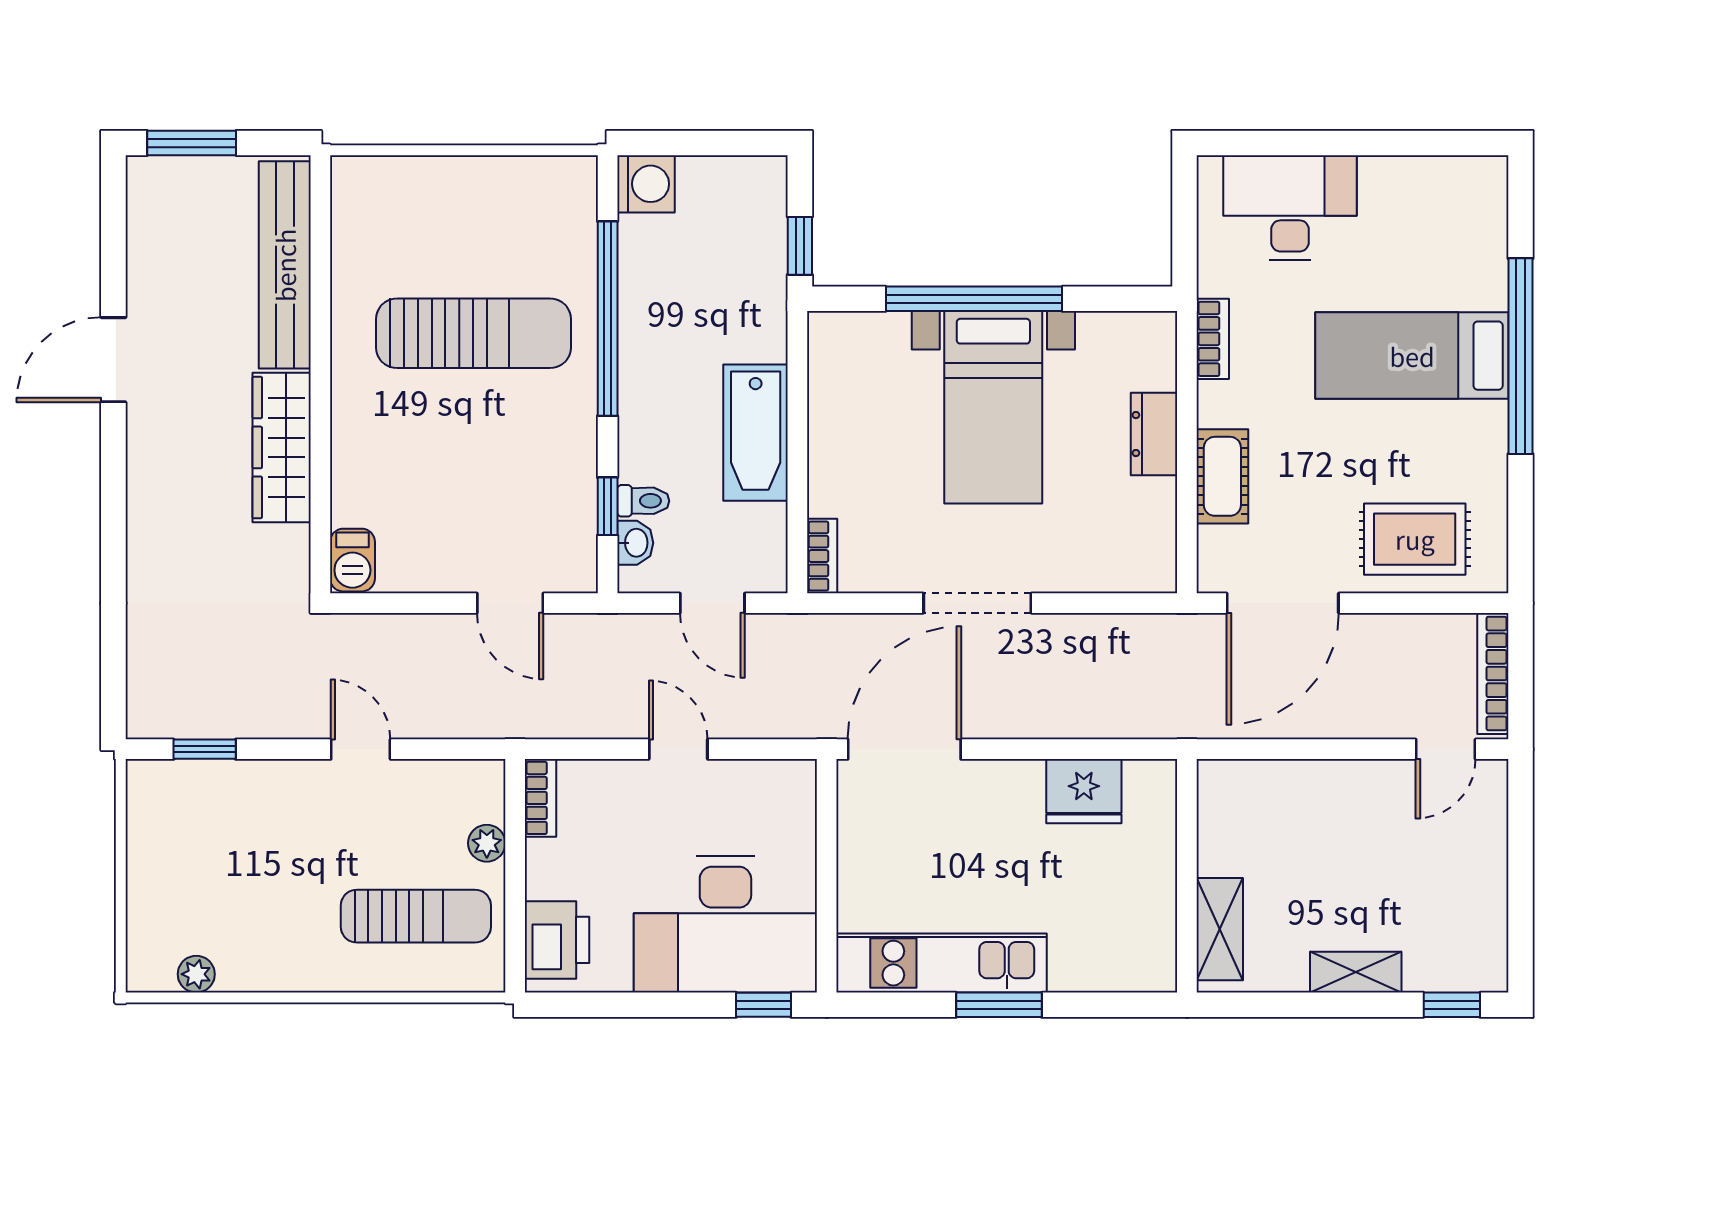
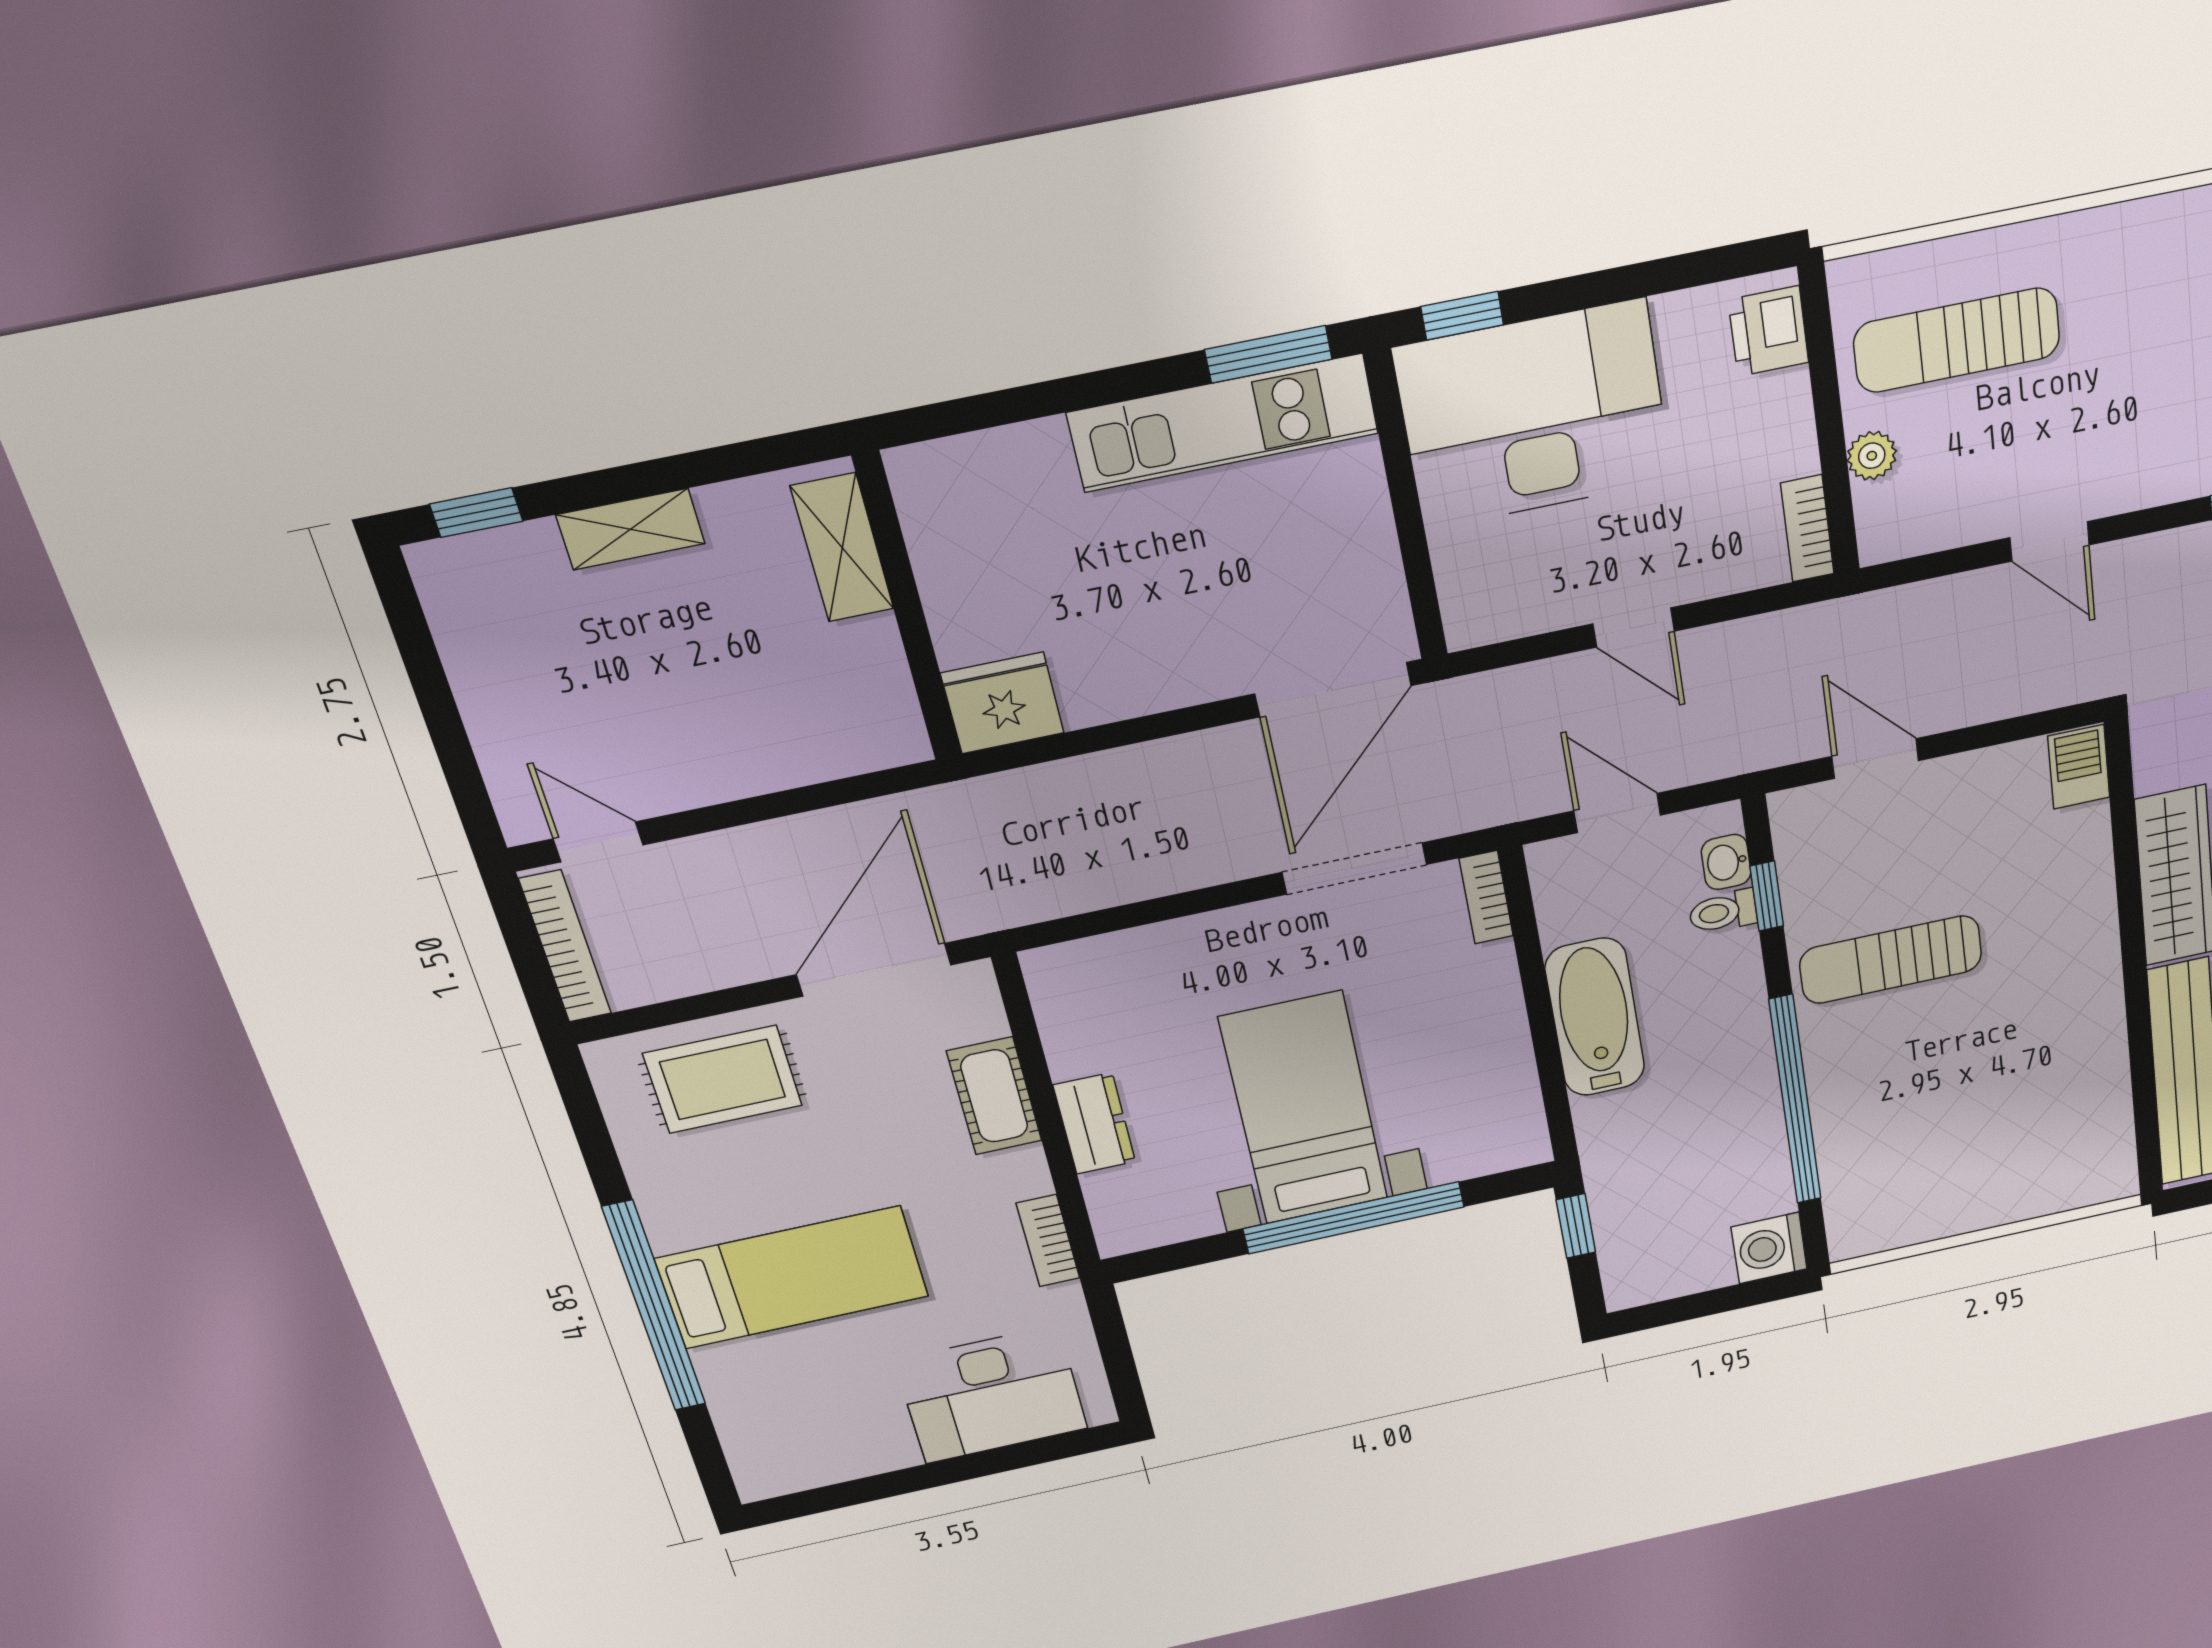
sun lounger: (474, 333) -> (1891, 960), moved, width x0.73, depth x0.75
doorway: (977, 603) -> (1354, 868), moved
door: (1446, 749) -> (598, 842), hinge flipped
fridge: (1084, 791) -> (1002, 703), moved
printer: (557, 940) -> (1768, 331), width x0.73, depth x0.81
window: (999, 1005) -> (1268, 354), moved

